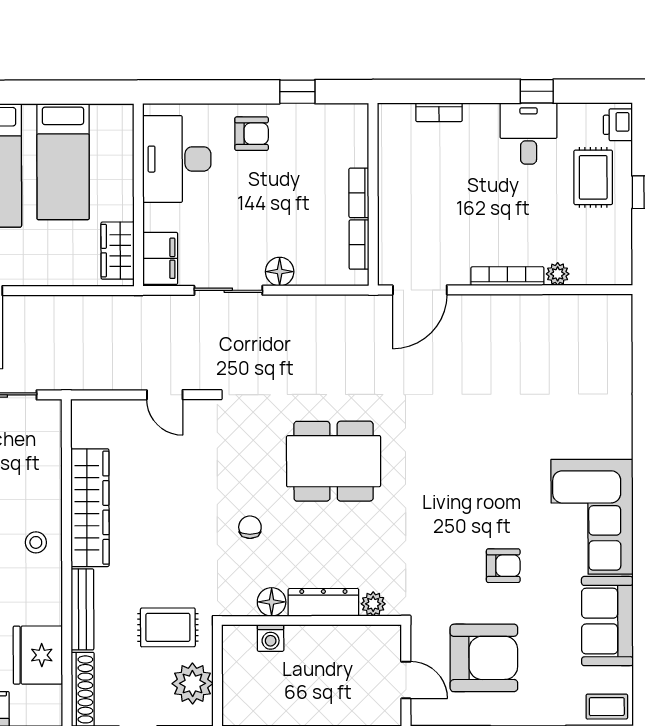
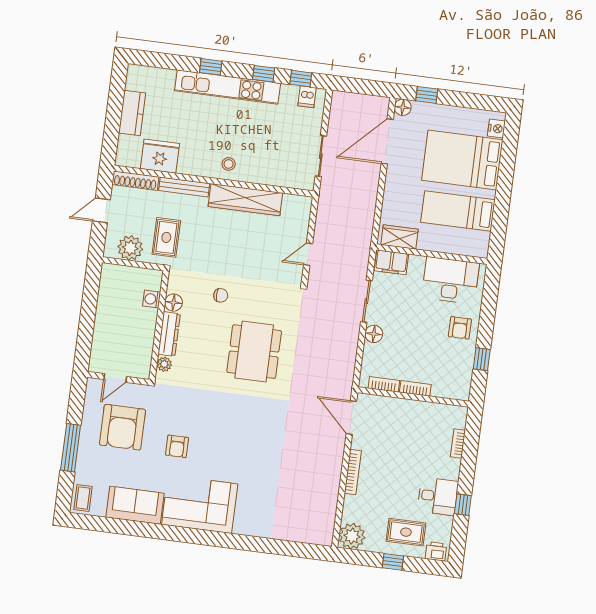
plant: (558, 274) -> (352, 536), moved, width x1.88, depth x1.88

